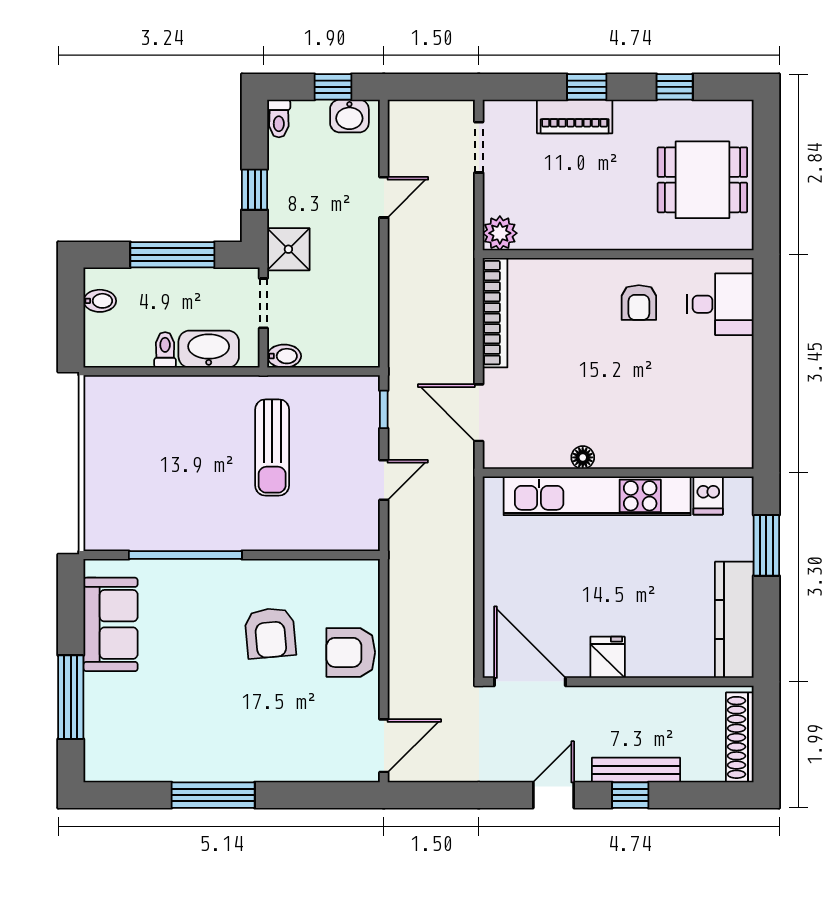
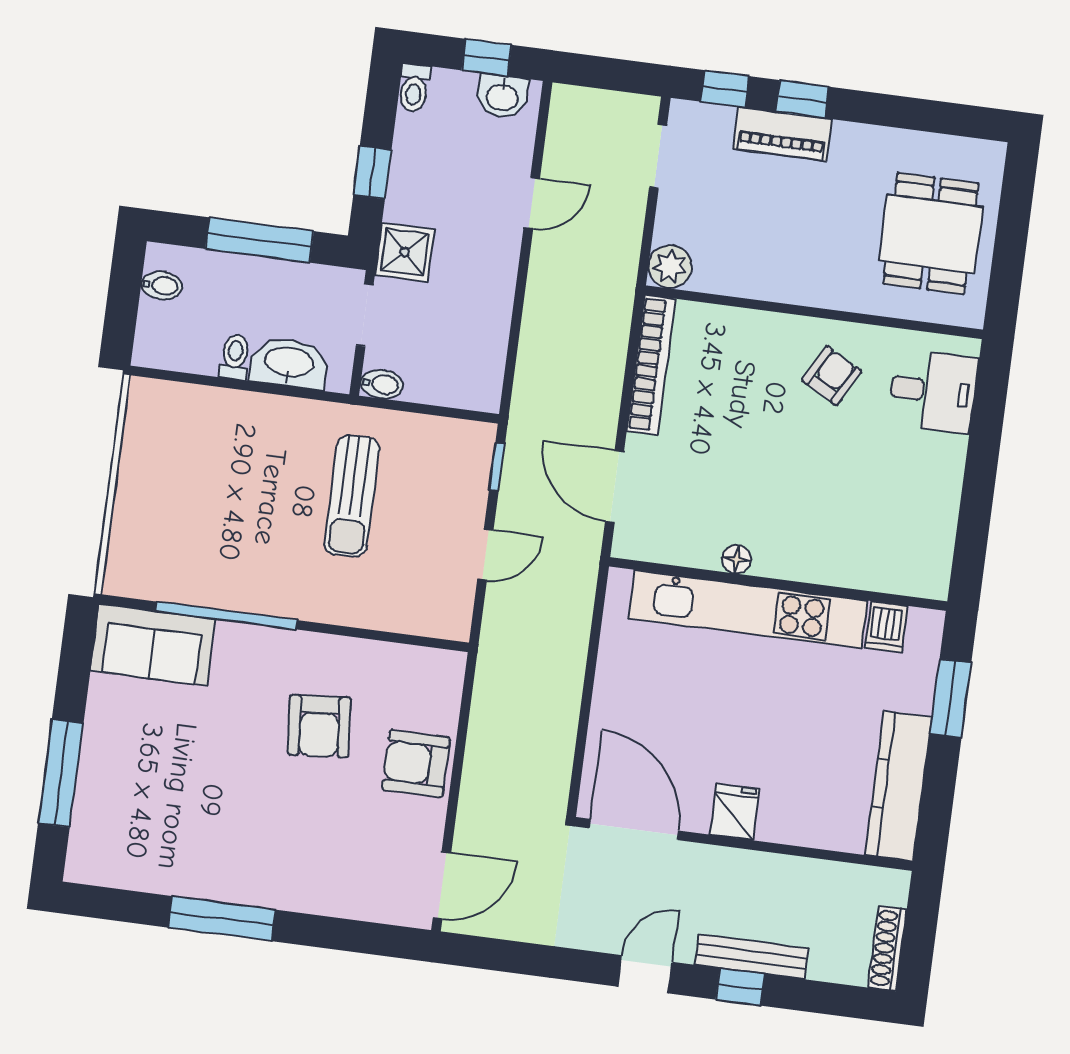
window: (675, 87) -> (725, 89), moved
dining table: (702, 180) -> (931, 234), turned 90
armchair: (639, 303) -> (832, 376), turned -151
sofa: (111, 624) -> (153, 645), moved, turned 90
shoe rack: (740, 737) -> (887, 948), width x0.74, depth x0.81

